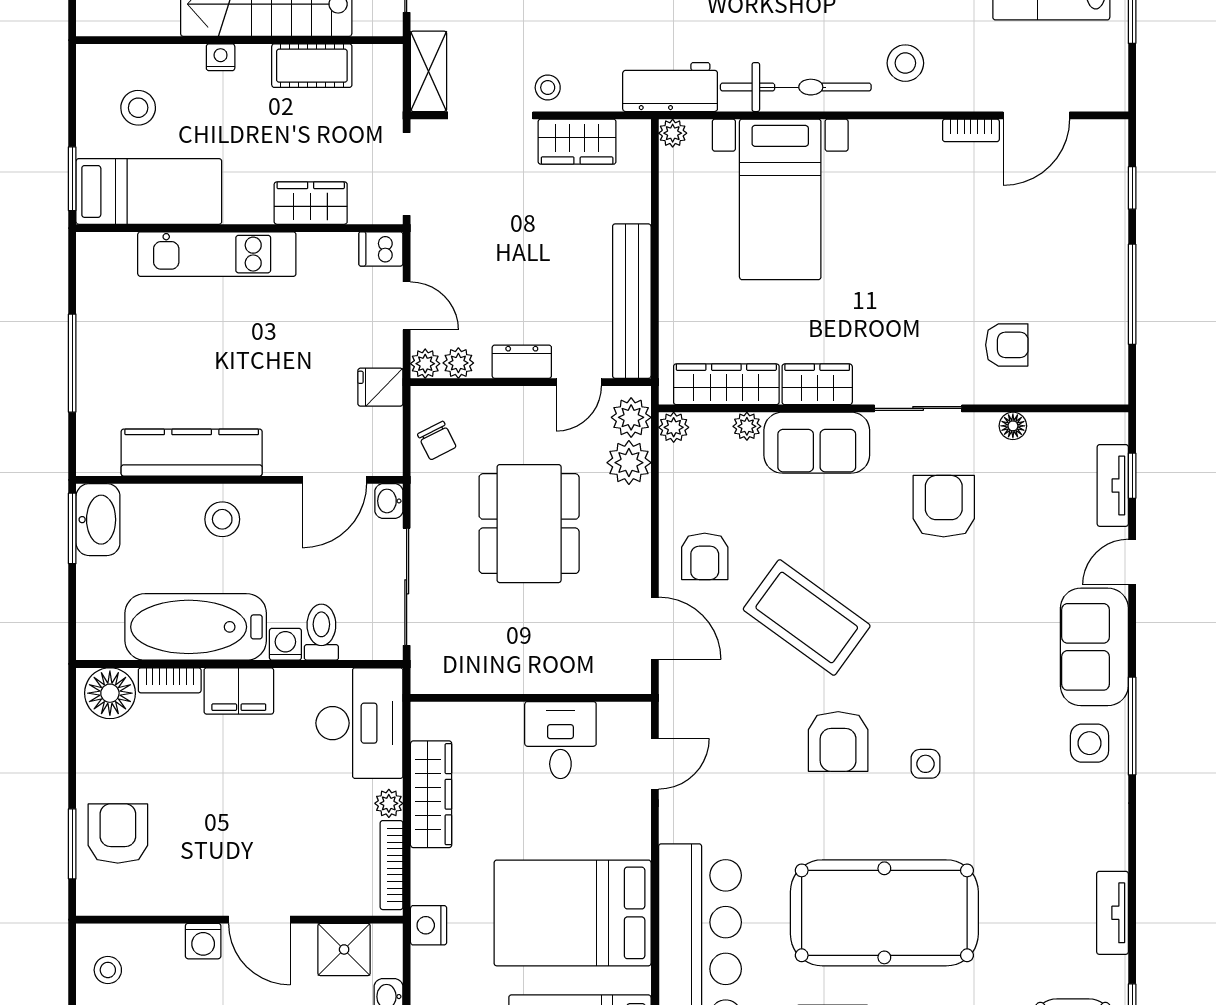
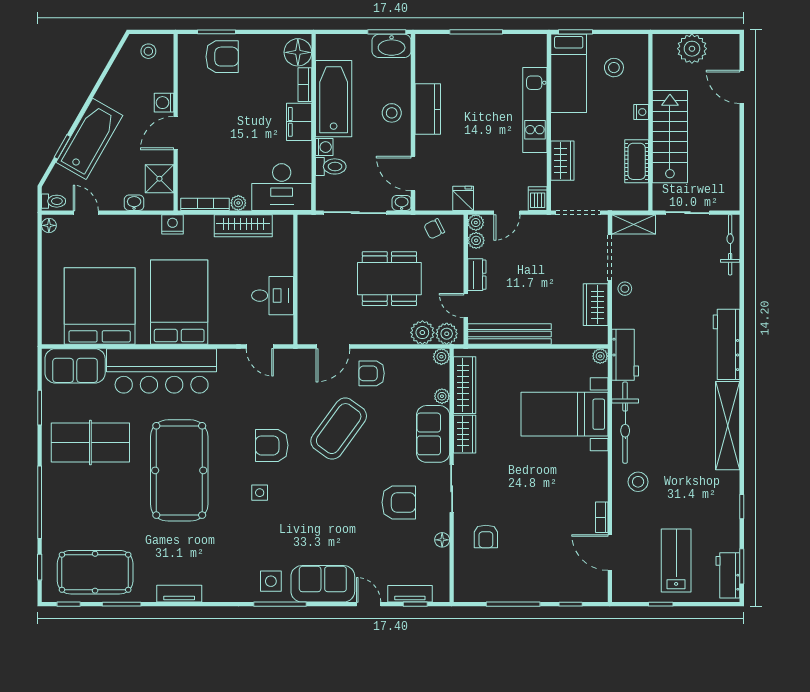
kitchen counter: (192, 453) -> (428, 109), width x0.67

